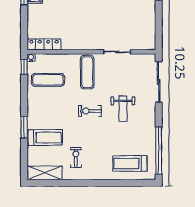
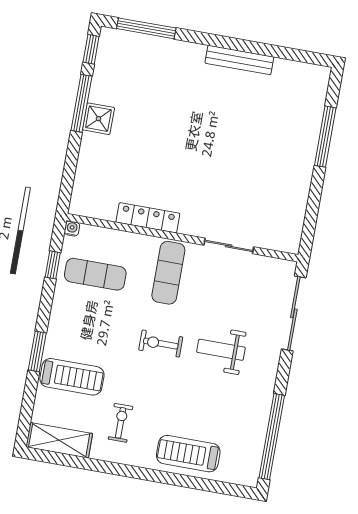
locker: (44, 44) -> (148, 218), moved
window: (24, 67) -> (53, 265), moved
weight bench: (123, 109) -> (221, 350), turned 90
treadmill: (130, 163) -> (188, 454), moved

